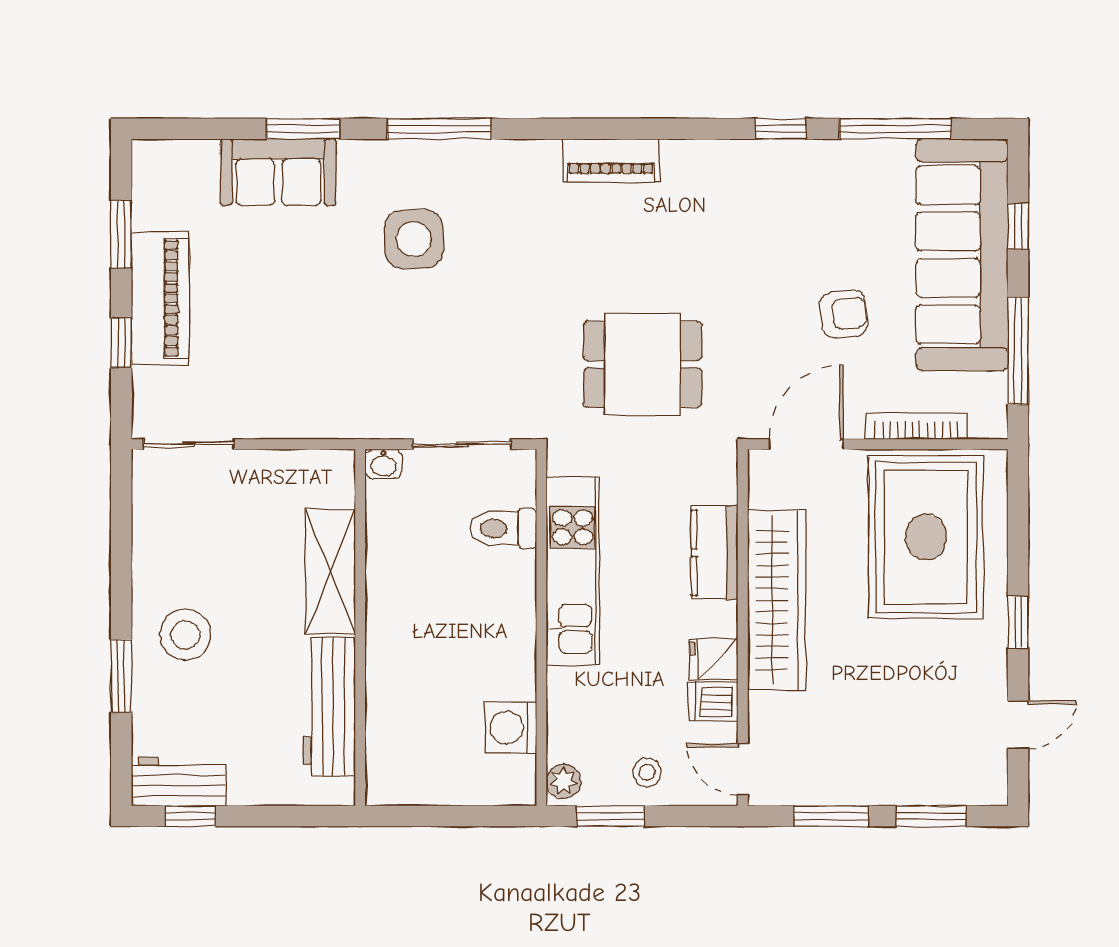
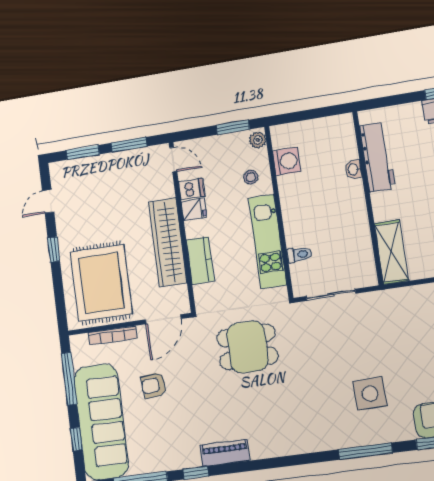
piano: (611, 160) -> (225, 453), moved
washbasin: (383, 464) -> (353, 169), moved, turned -90
toilet: (503, 528) -> (299, 255), width x0.73, depth x0.72
shelving: (330, 572) -> (391, 252), moved
stool: (647, 772) -> (251, 177), moved

